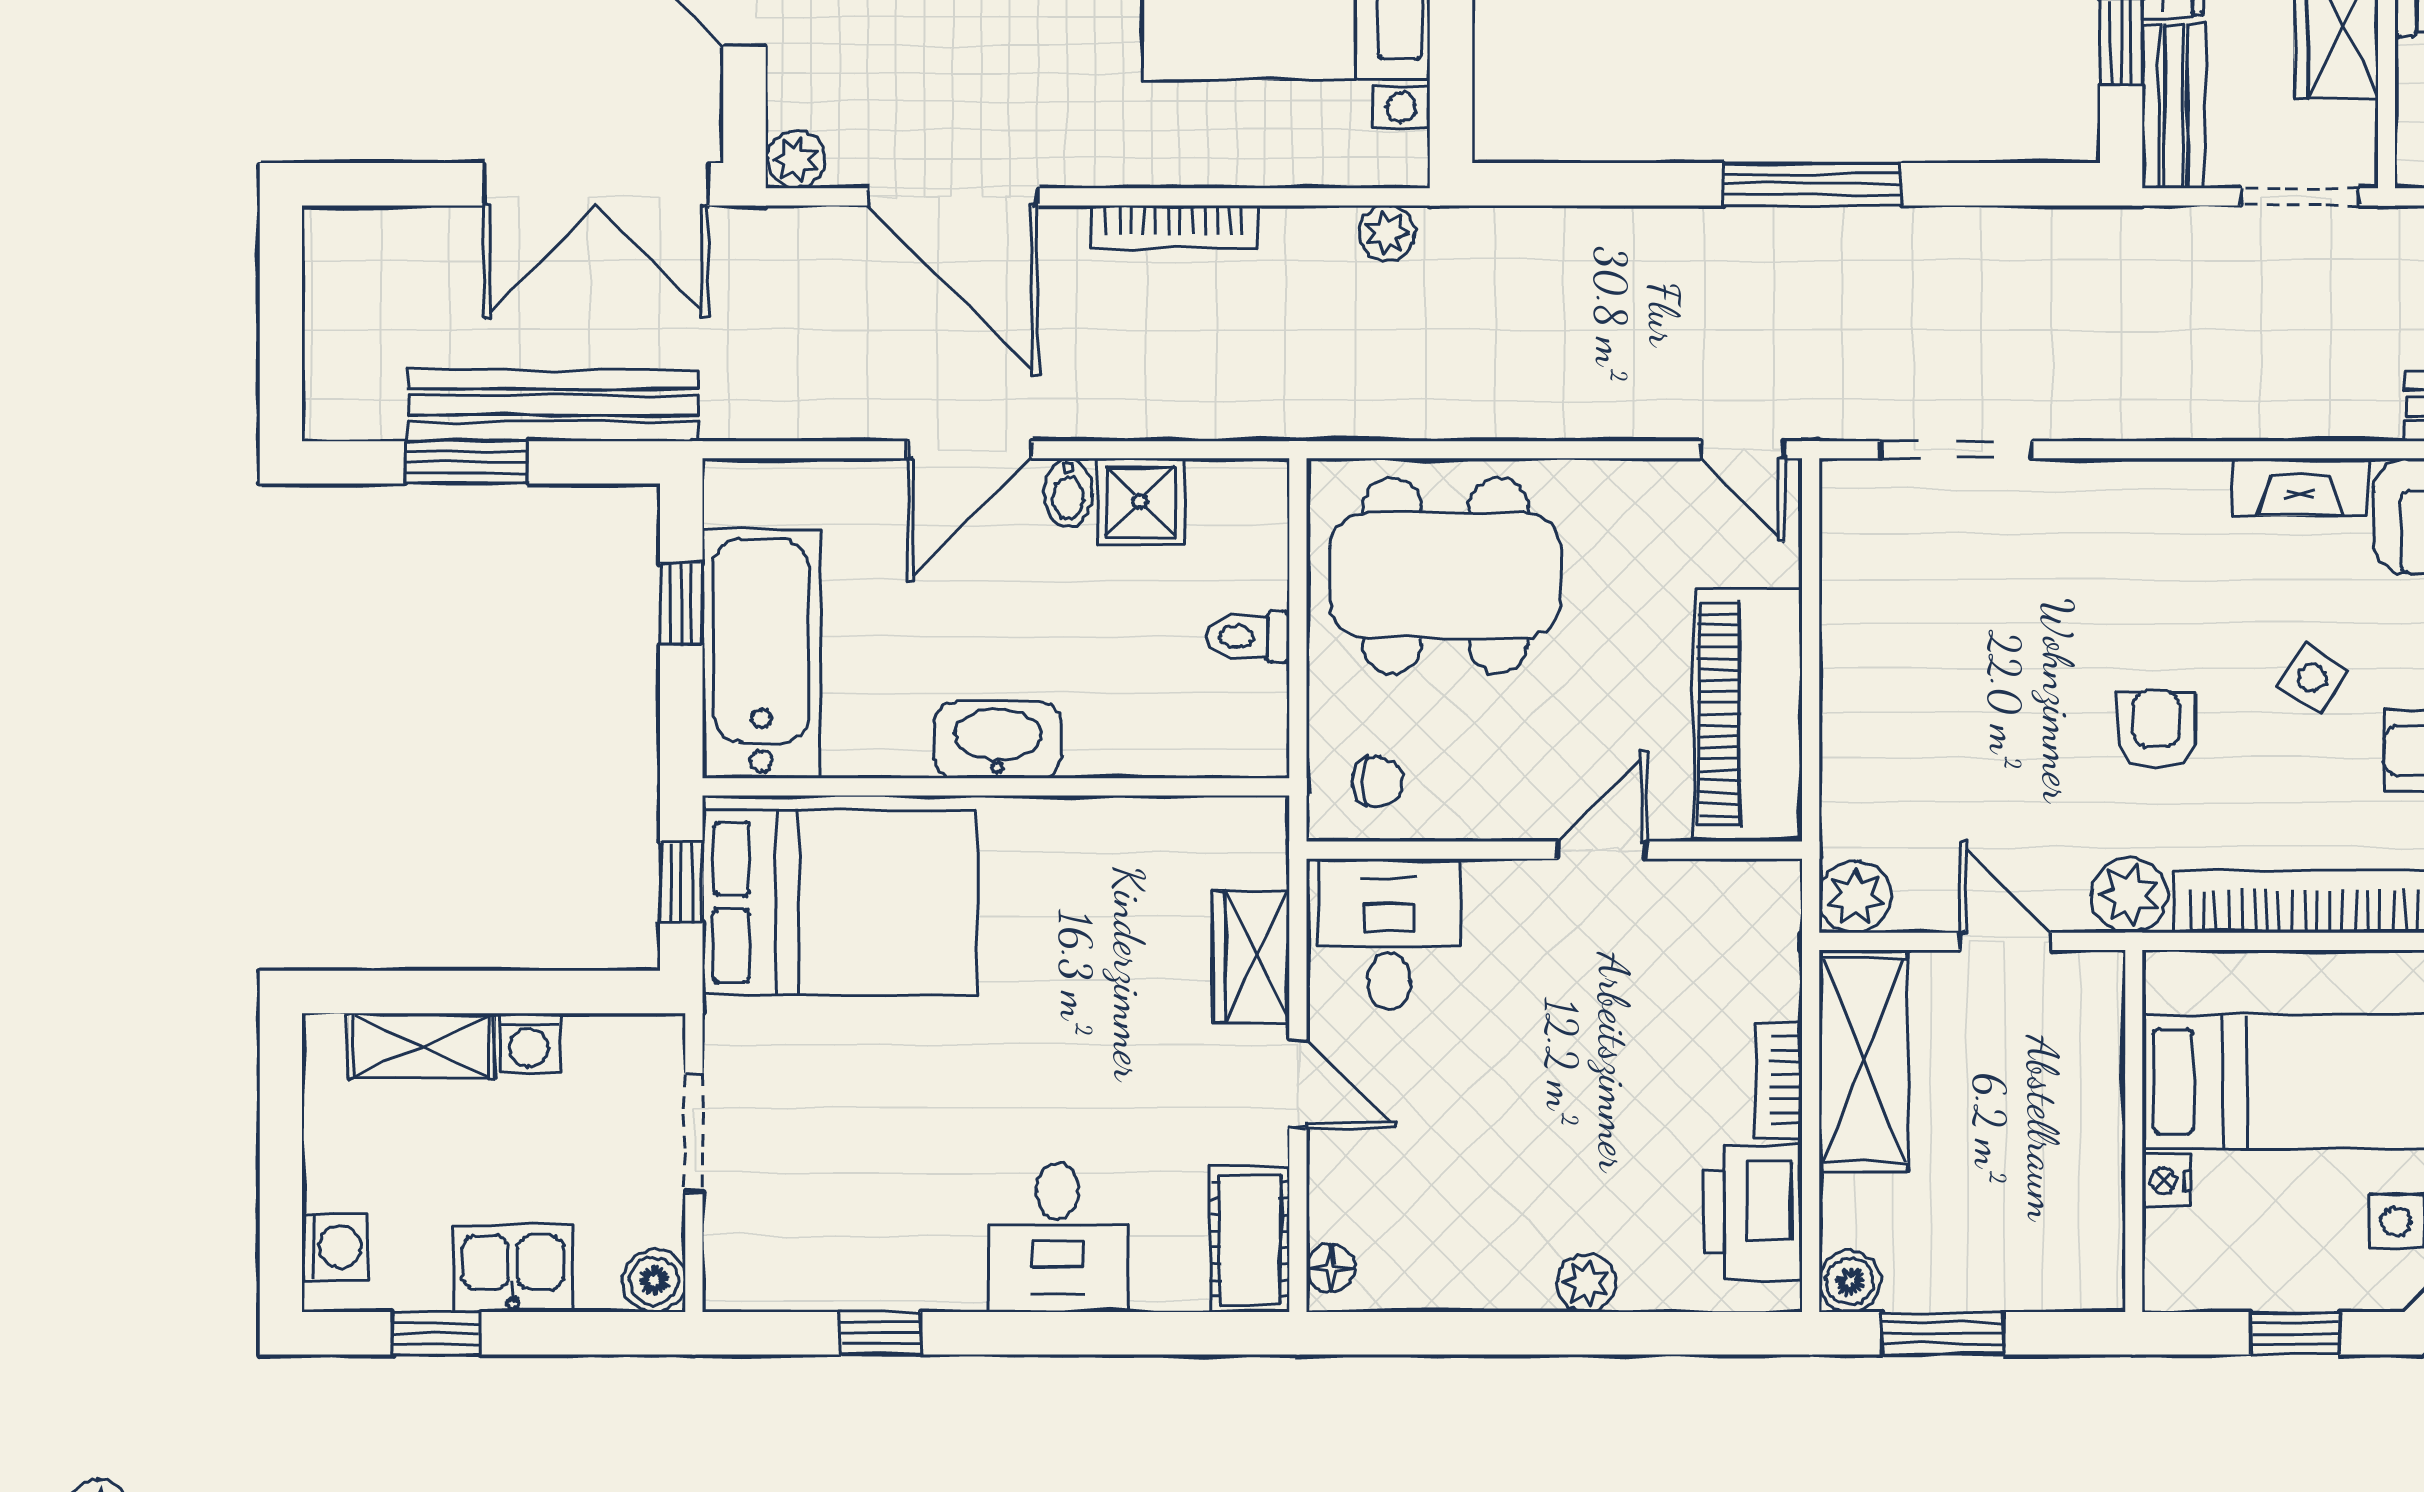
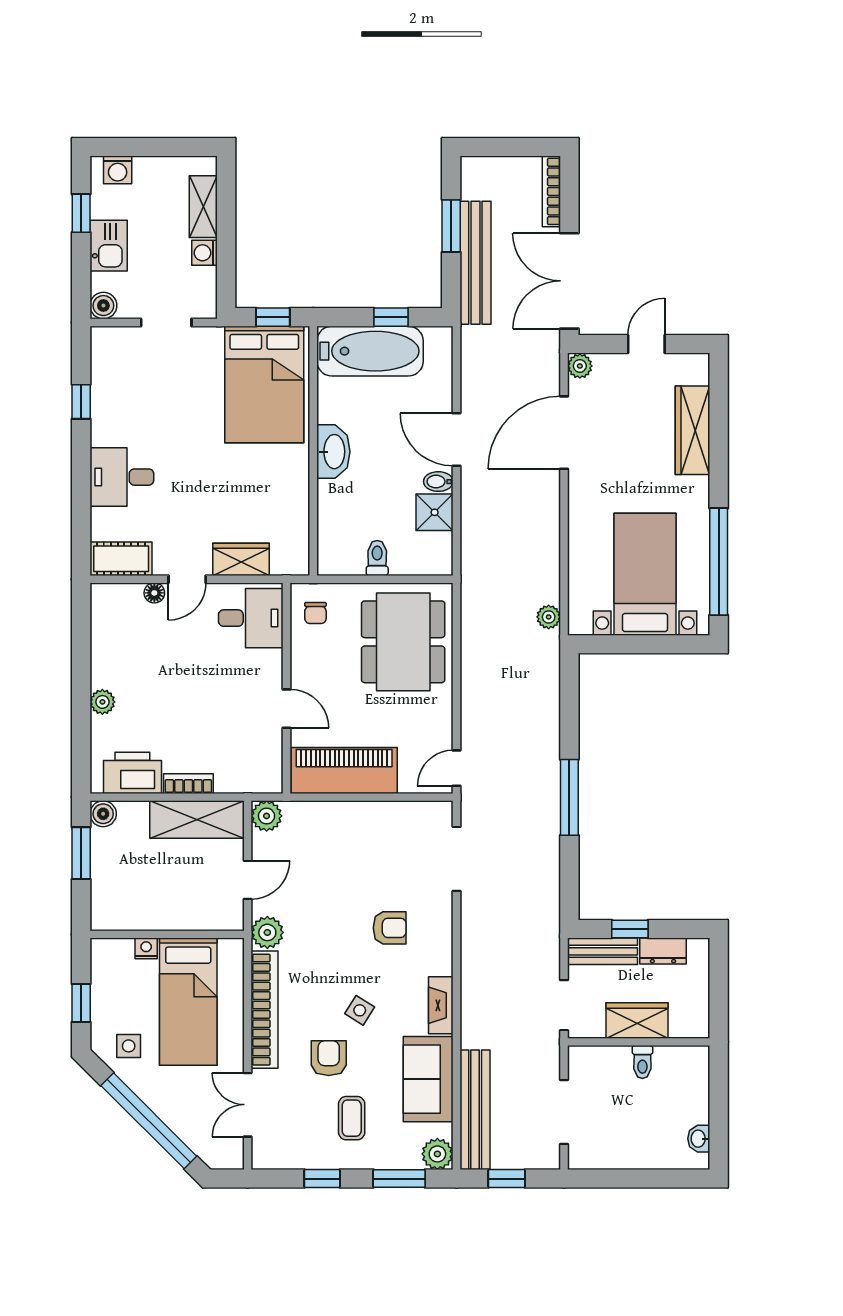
bookcase: (1174, 227) -> (551, 191), moved
armchair: (2156, 729) -> (390, 928), moved
floor lamp: (1330, 1268) -> (154, 593), moved

